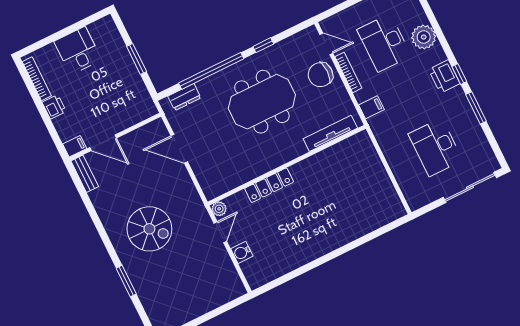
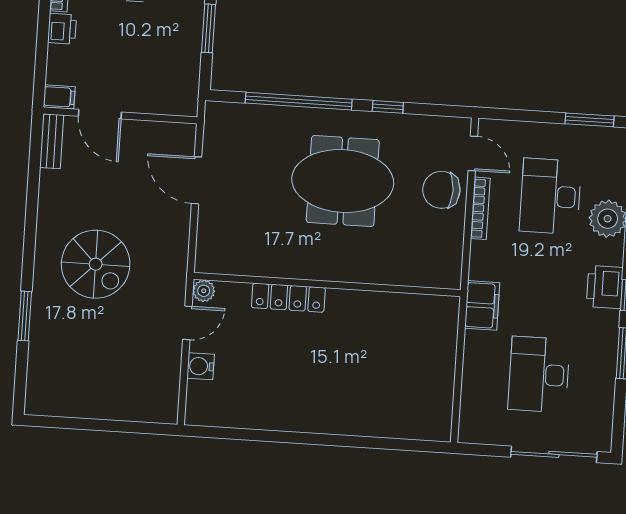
dresser: (184, 97) -> (243, 115), removed
filing cabinet: (371, 107) -> (482, 305), moved, width x2.00
tv unit: (330, 133) -> (410, 275), removed

